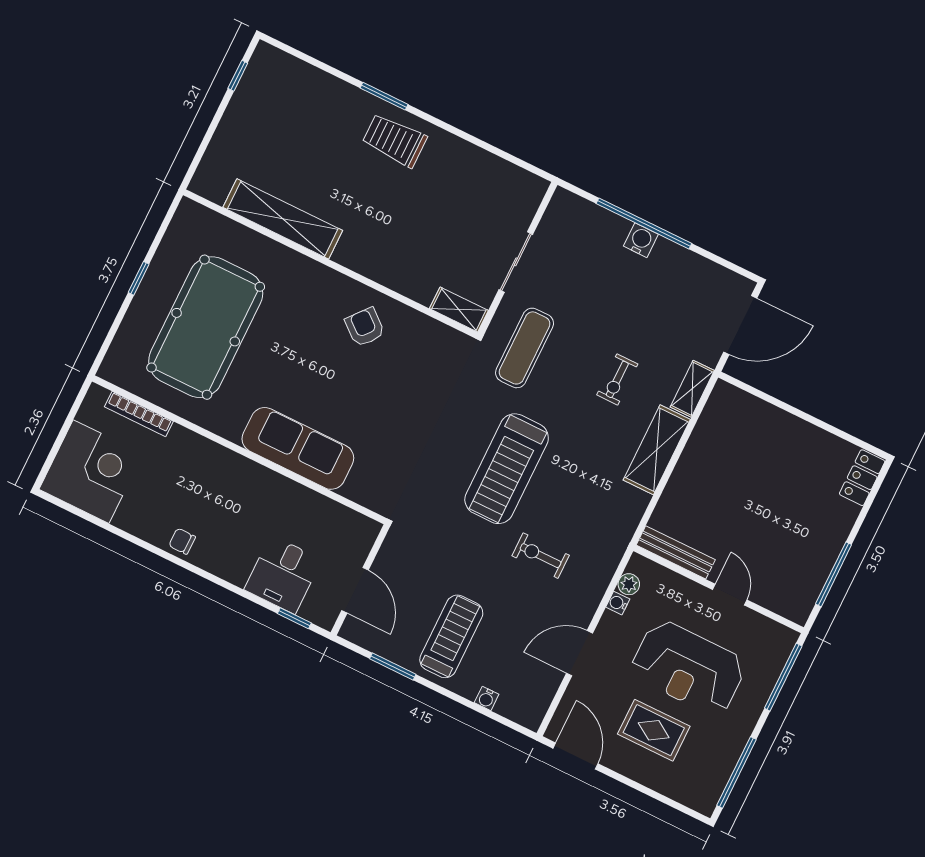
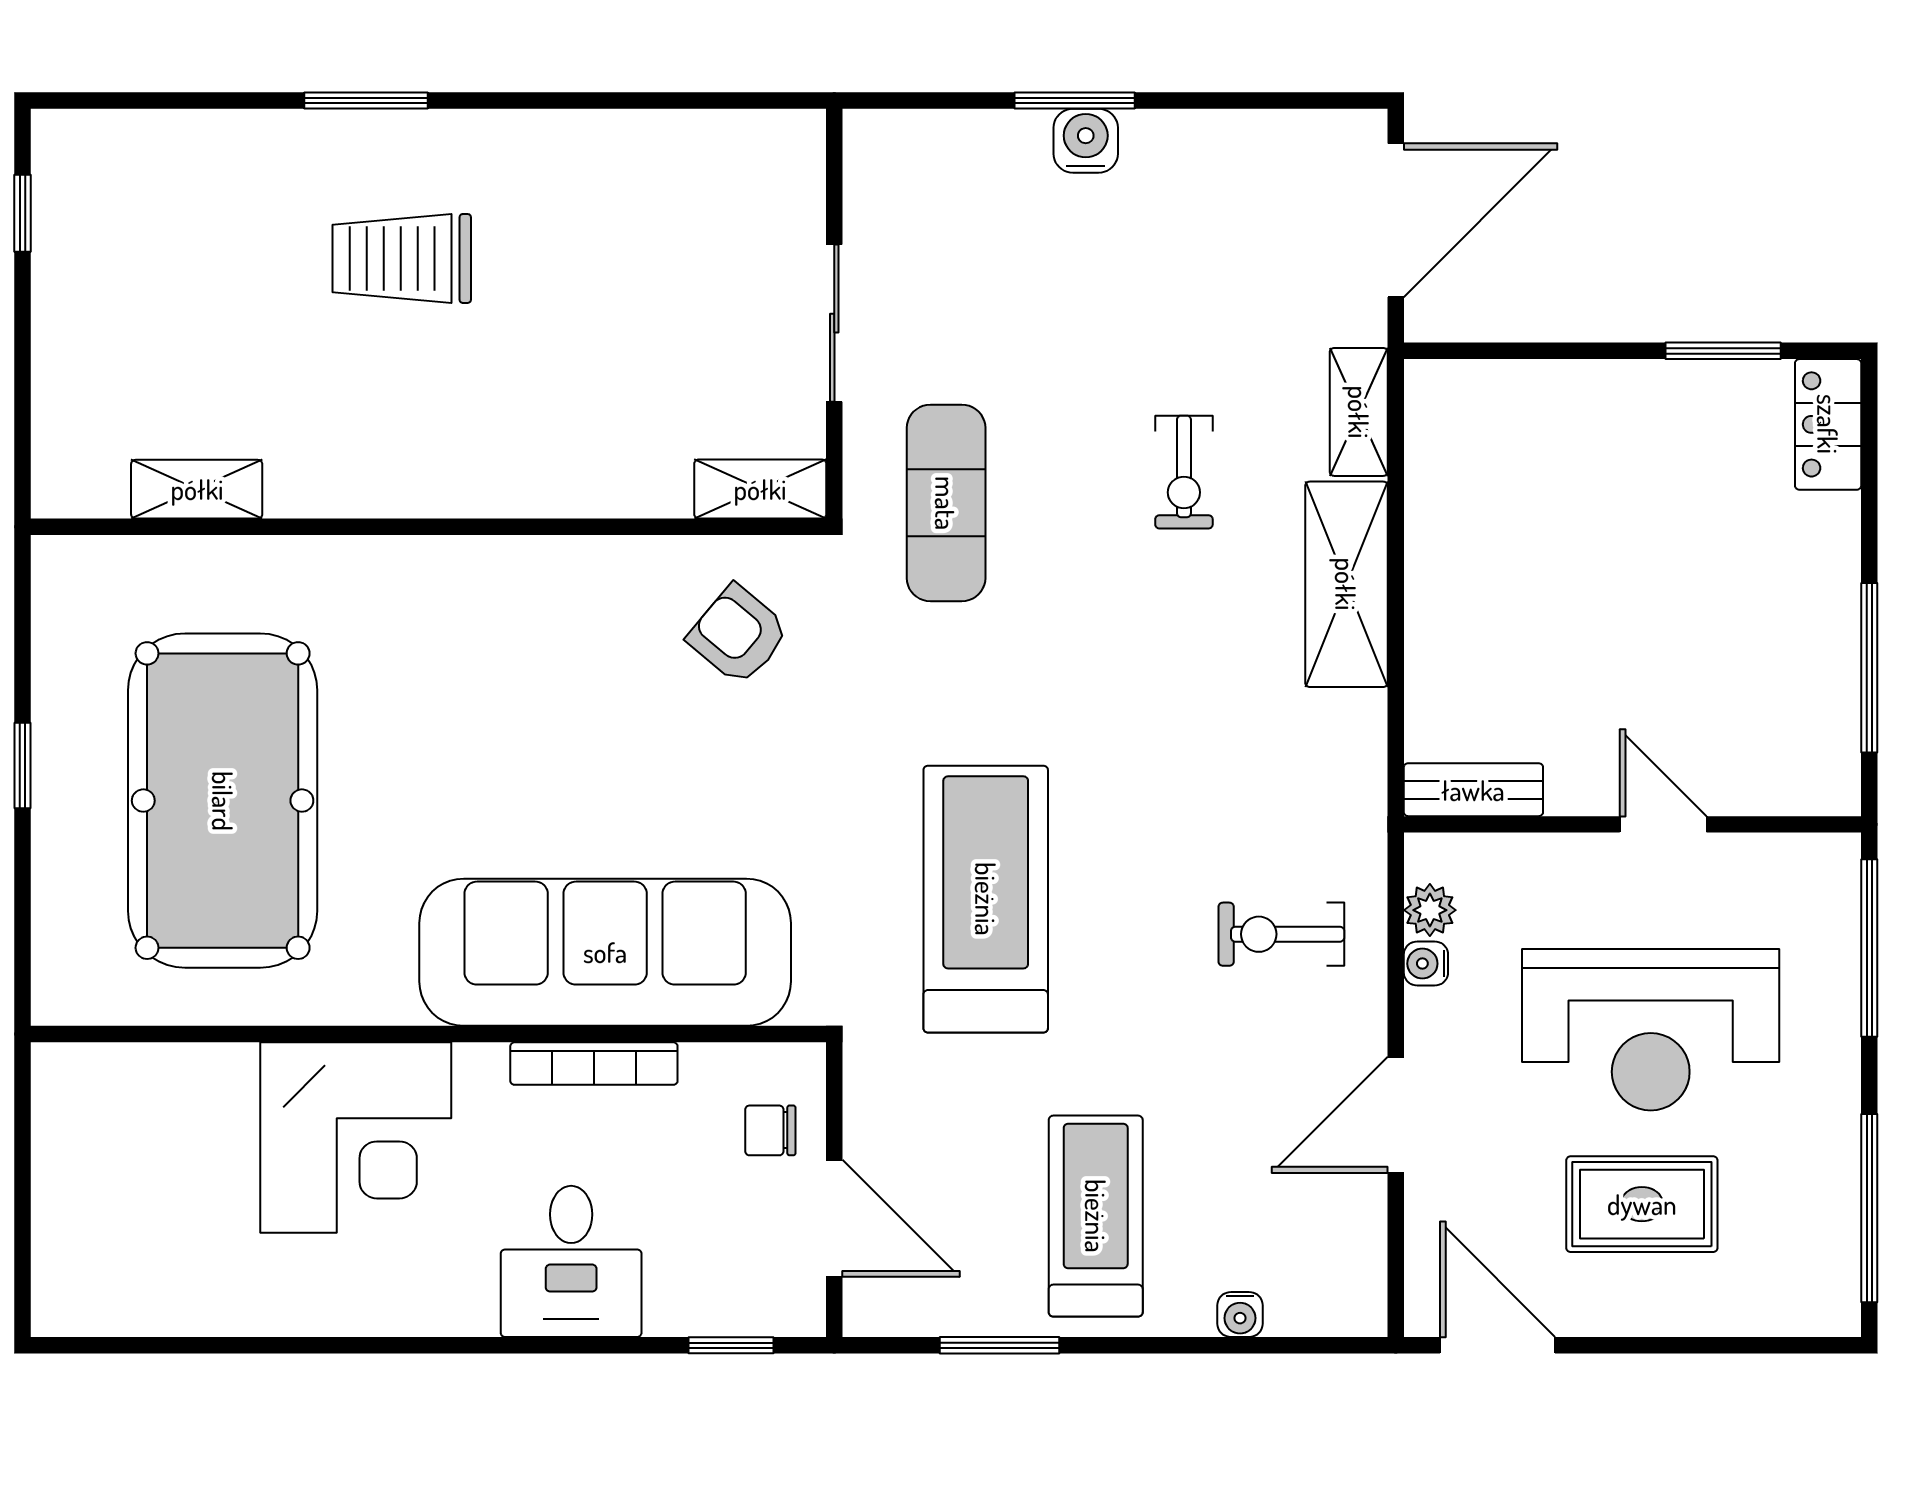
trolley: (395, 140) -> (402, 258), moved
shelving: (283, 219) -> (197, 489), width x0.45, depth x0.75
window: (644, 223) -> (1075, 101), width x0.47
armchair: (365, 327) -> (738, 635), moved
bookcase: (139, 414) -> (594, 1064), moved
window: (837, 432) -> (1723, 351), added
sofa: (298, 448) -> (605, 952), width x1.36, depth x1.27
treadmill: (507, 469) -> (986, 899), moved, turned 180
corner desk: (91, 472) -> (356, 1138), moved, turned 90
chair: (182, 541) -> (770, 1130), moved
bench: (676, 552) -> (1473, 790), width x0.73
exercise bike: (541, 556) -> (1281, 934), moved
desk: (283, 575) -> (571, 1261), moved

